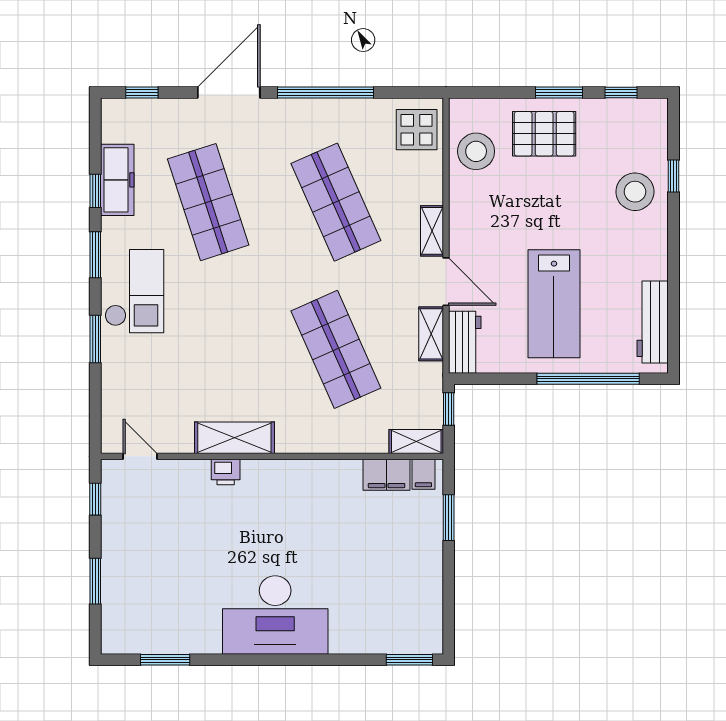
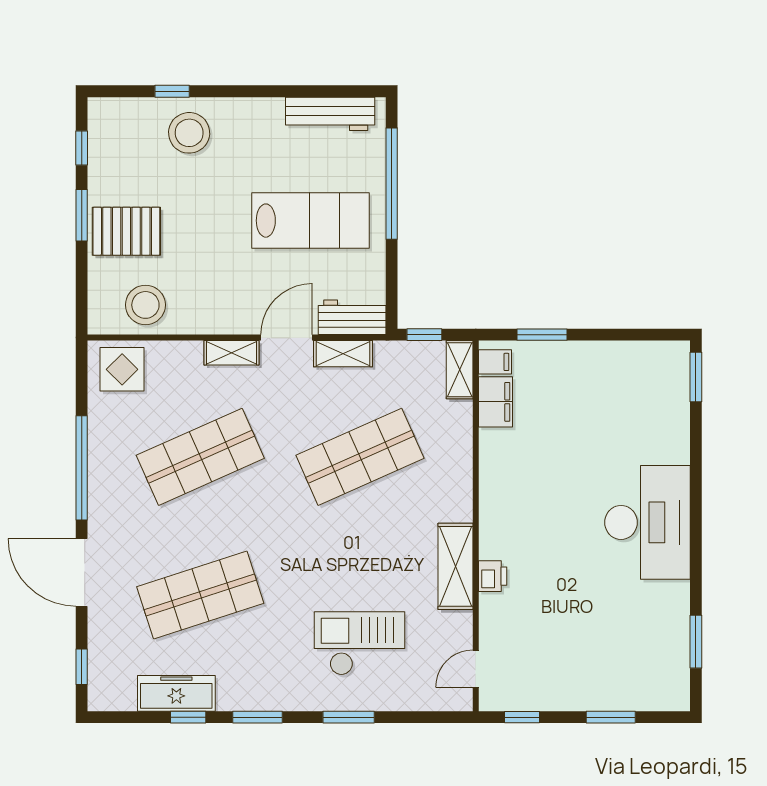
pallet: (544, 134) -> (126, 231), turned 90
checkout: (134, 291) -> (359, 643), moved

